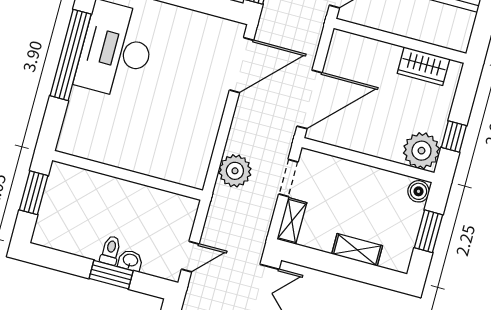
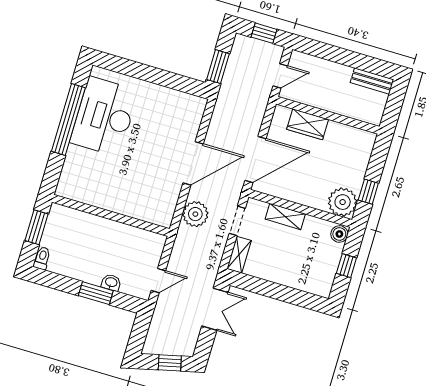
door: (242, 65) -> (193, 163), moved
wardrobe: (423, 66) -> (308, 124), moved
window: (428, 231) -> (346, 266), width x0.67
toilet: (111, 250) -> (42, 258), moved
shelving: (357, 250) -> (285, 216), moved

